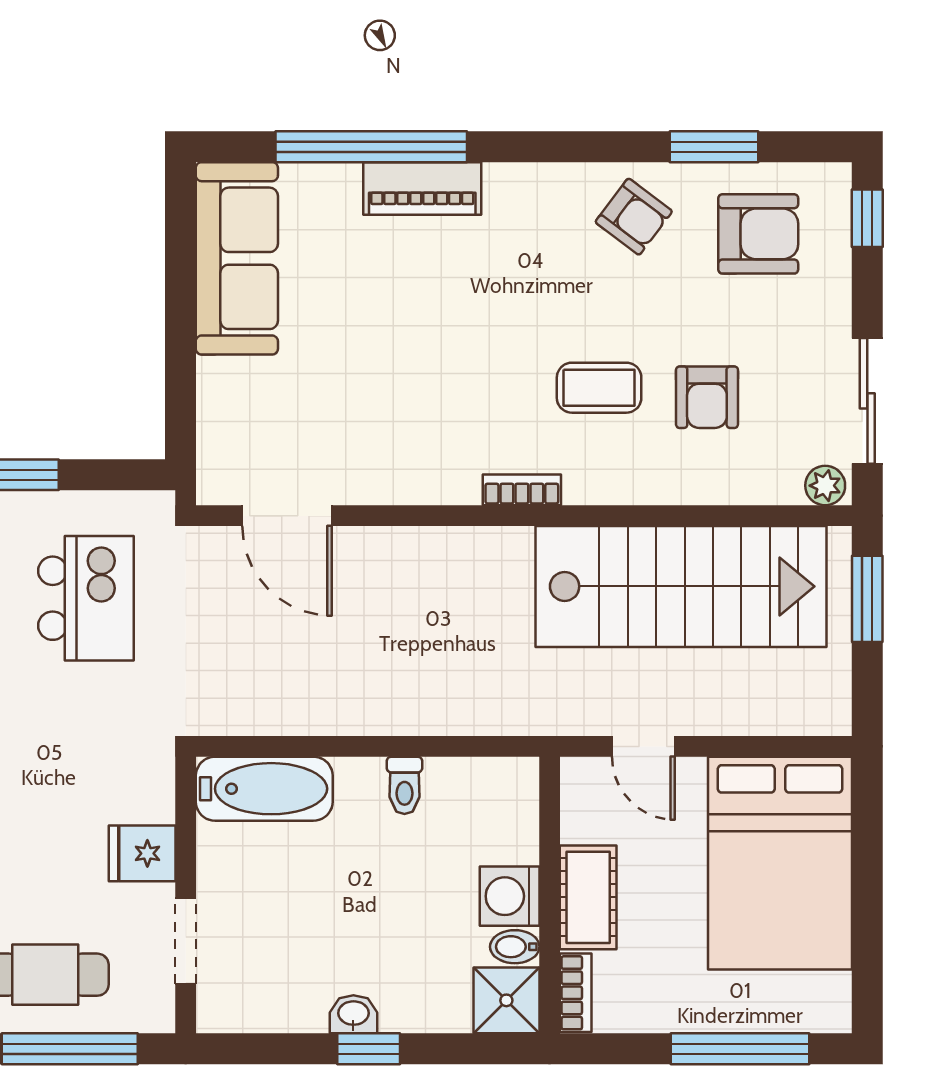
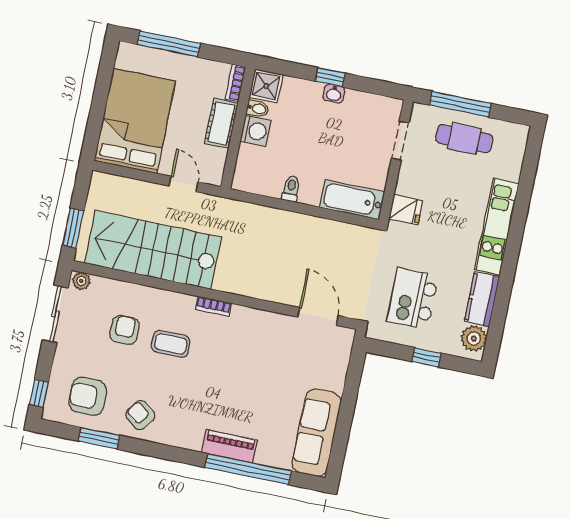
fridge: (142, 853) -> (406, 210), moved

